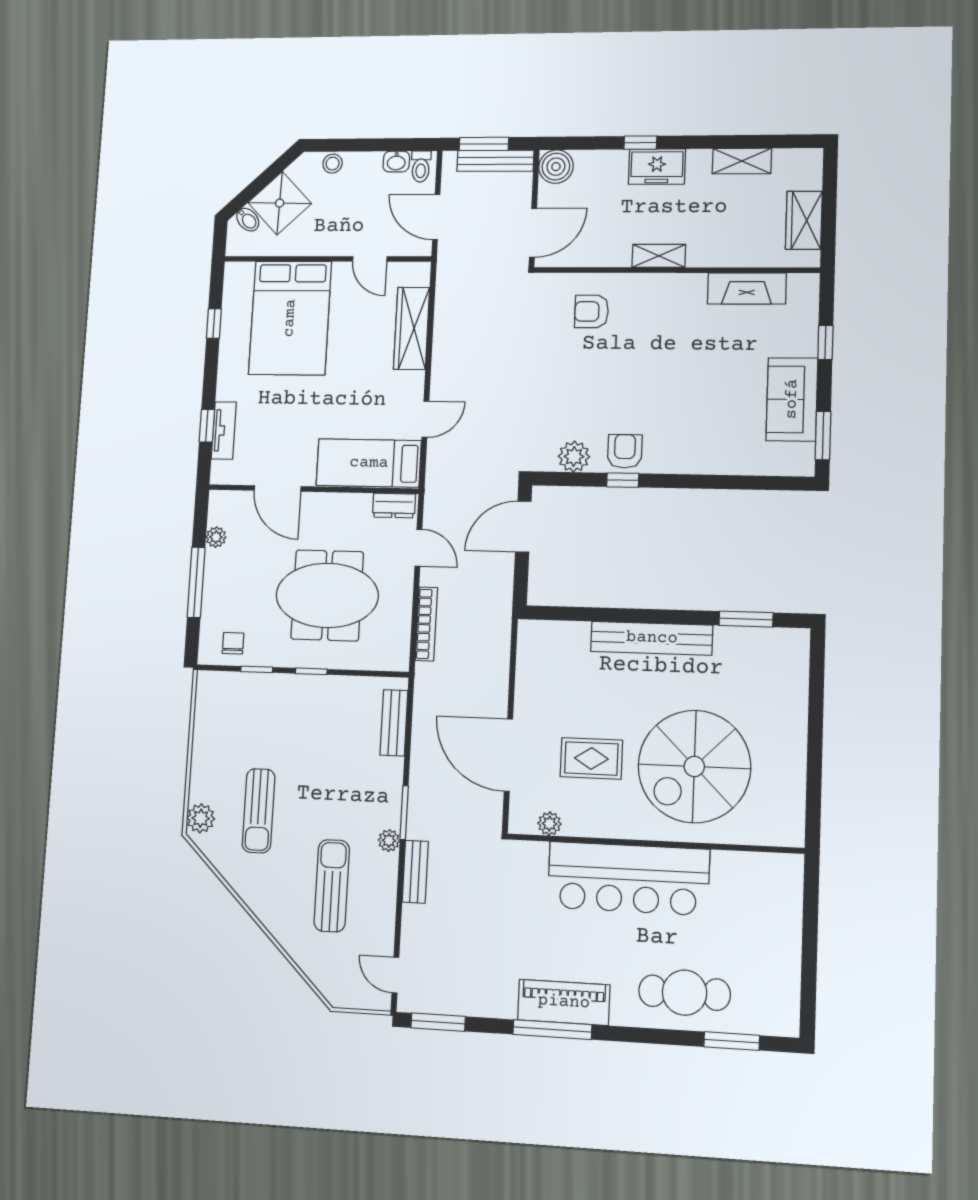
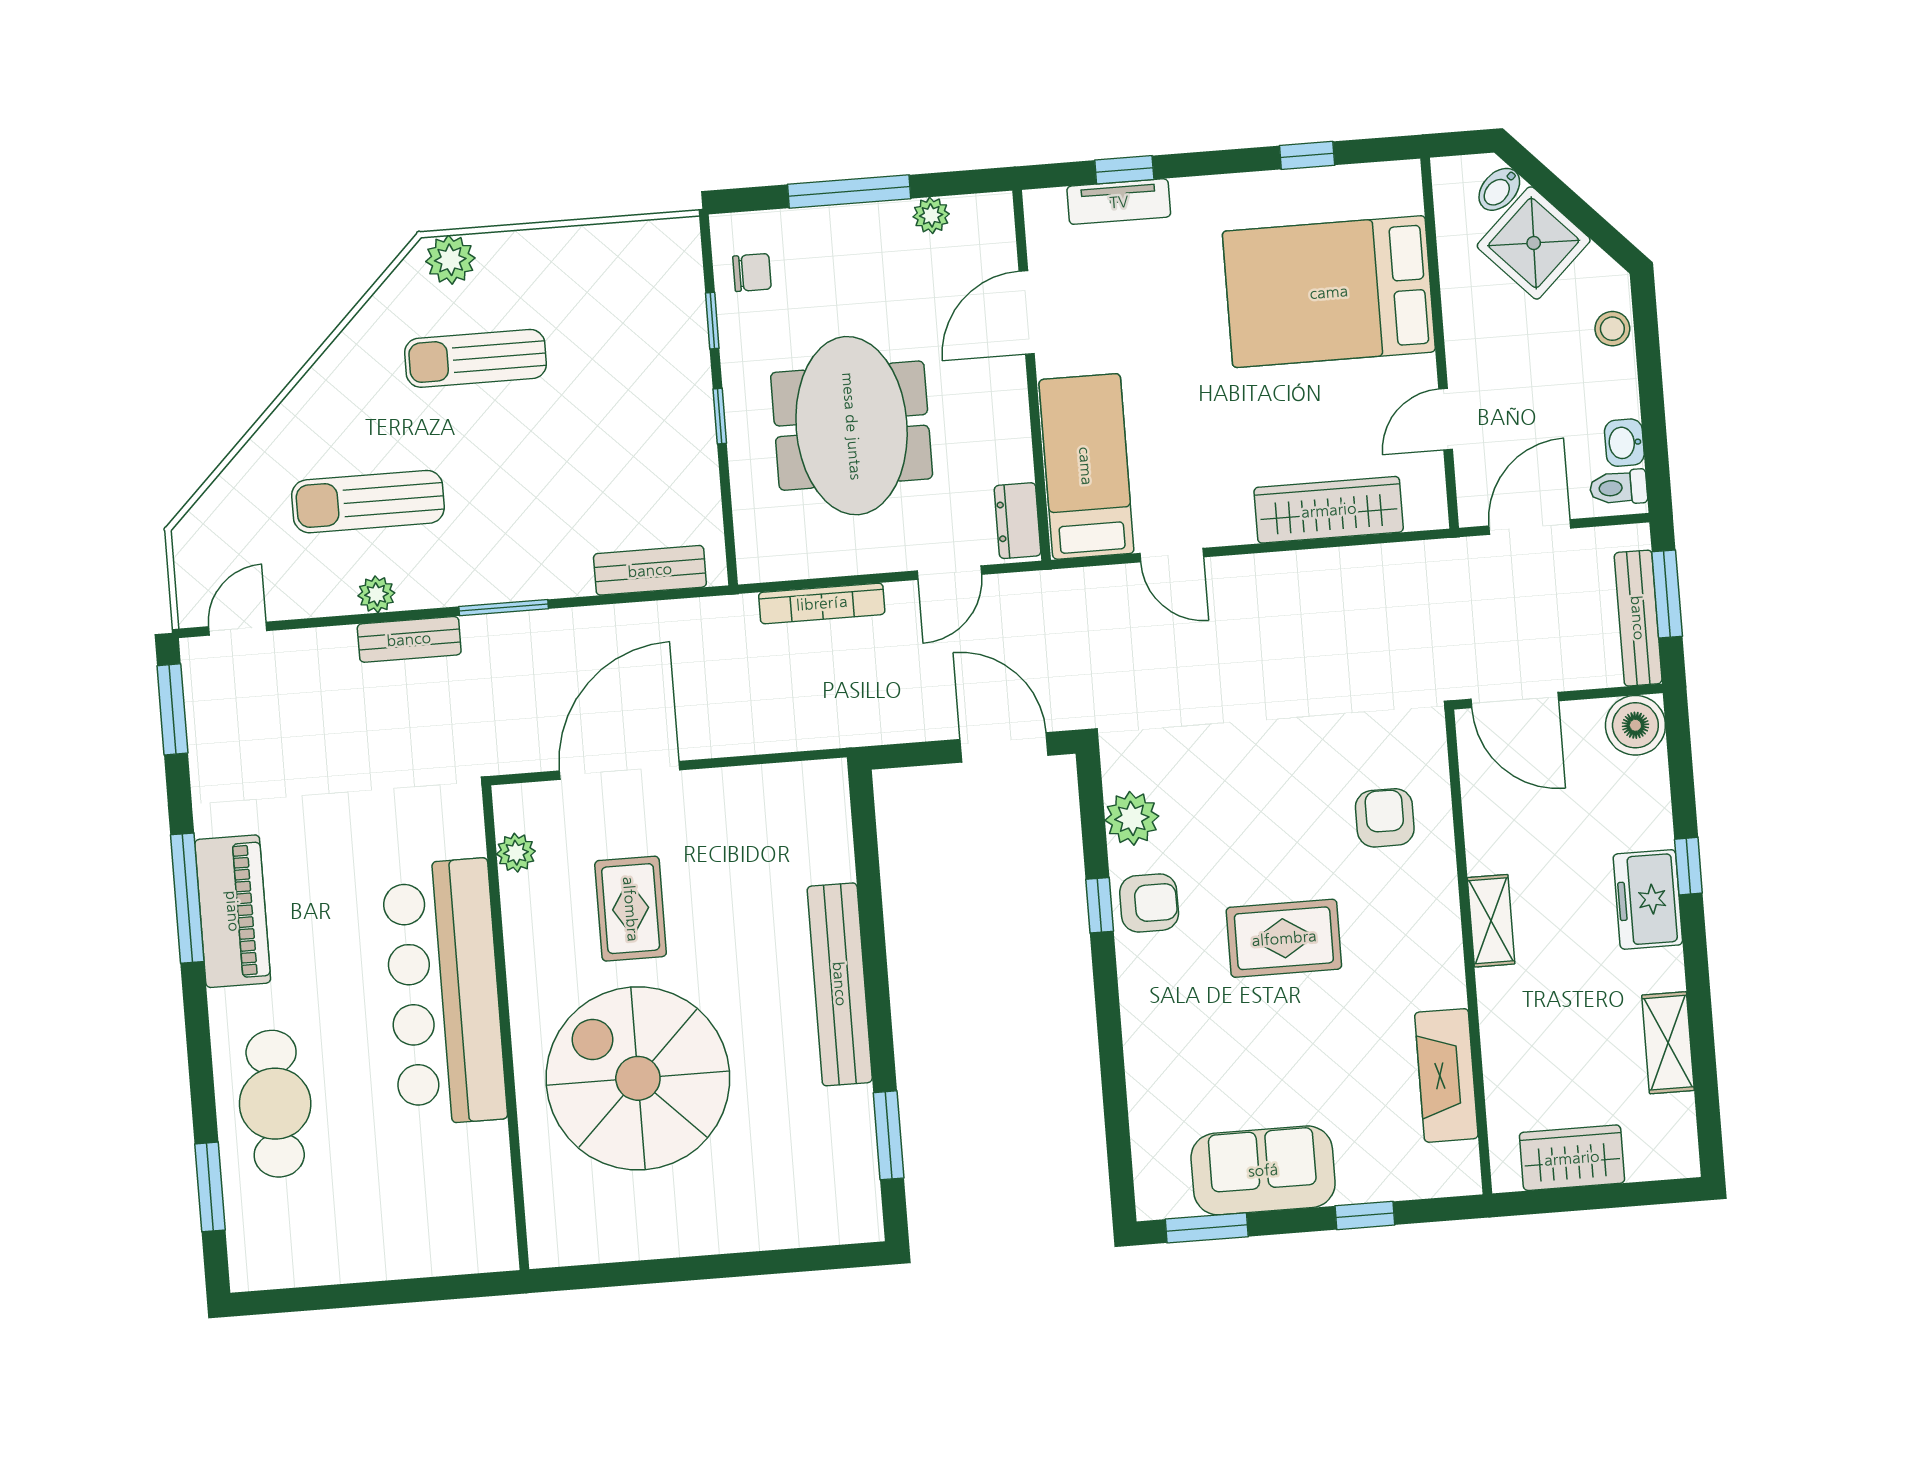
rug: (655, 375) -> (1284, 938), added
plant: (389, 841) -> (376, 594), moved
sun lounger: (332, 886) -> (368, 502), turned 180

